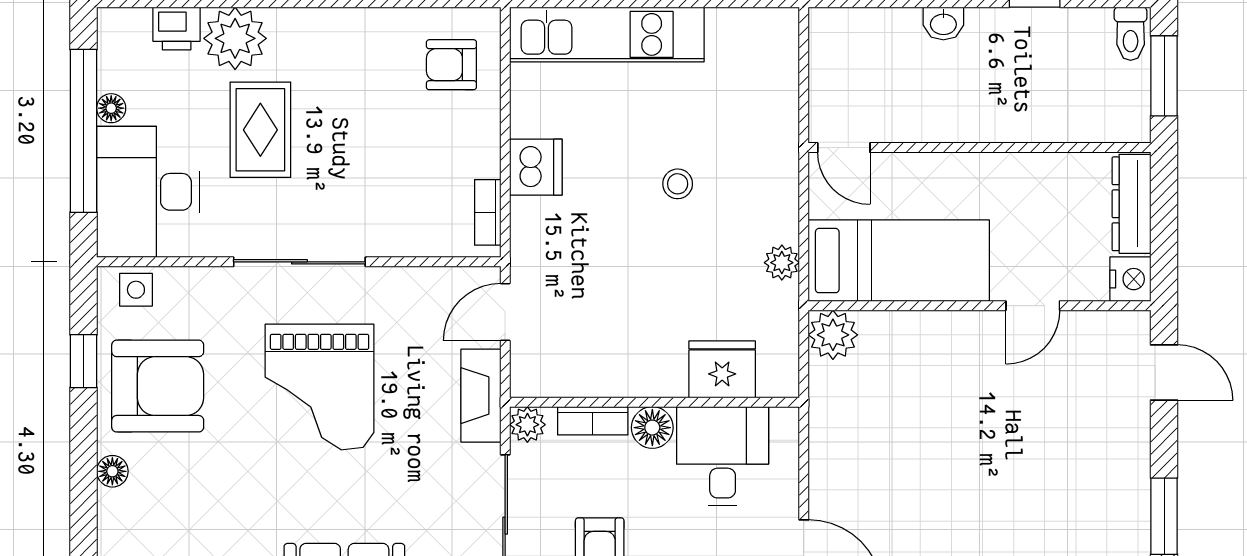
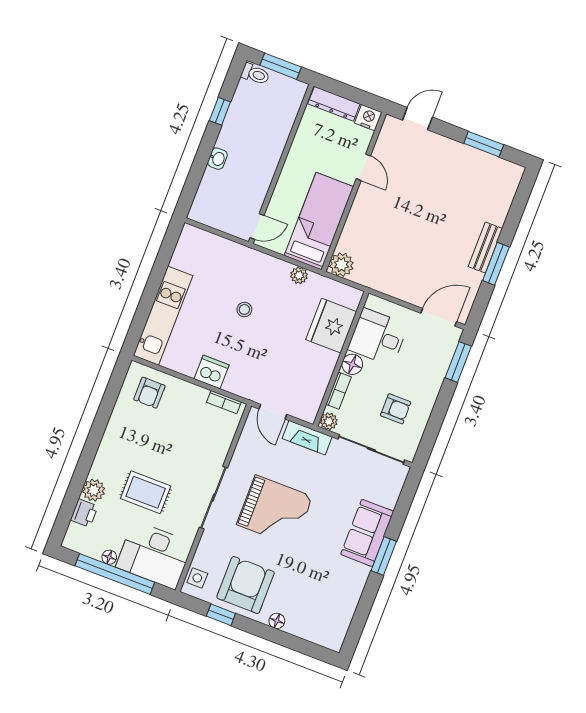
plant: (235, 38) -> (94, 490), width x0.73, depth x0.73
fridge: (722, 369) -> (331, 326), width x1.36, depth x1.34

